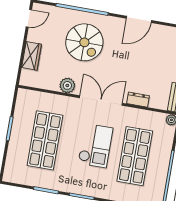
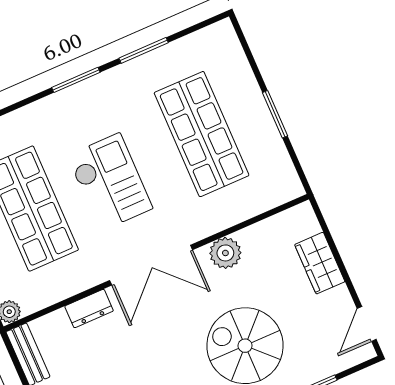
checkout: (95, 146) -> (110, 182), turned 180

